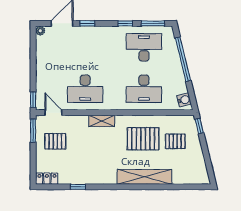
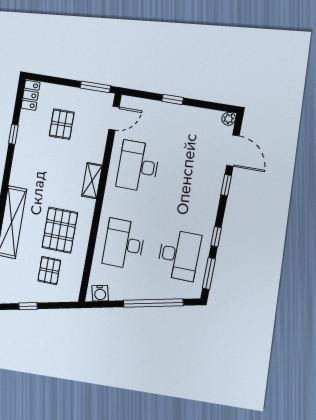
window: (33, 100) -> (173, 99), moved
window: (199, 126) -> (28, 306), moved
pallet: (55, 141) -> (62, 124), moved

